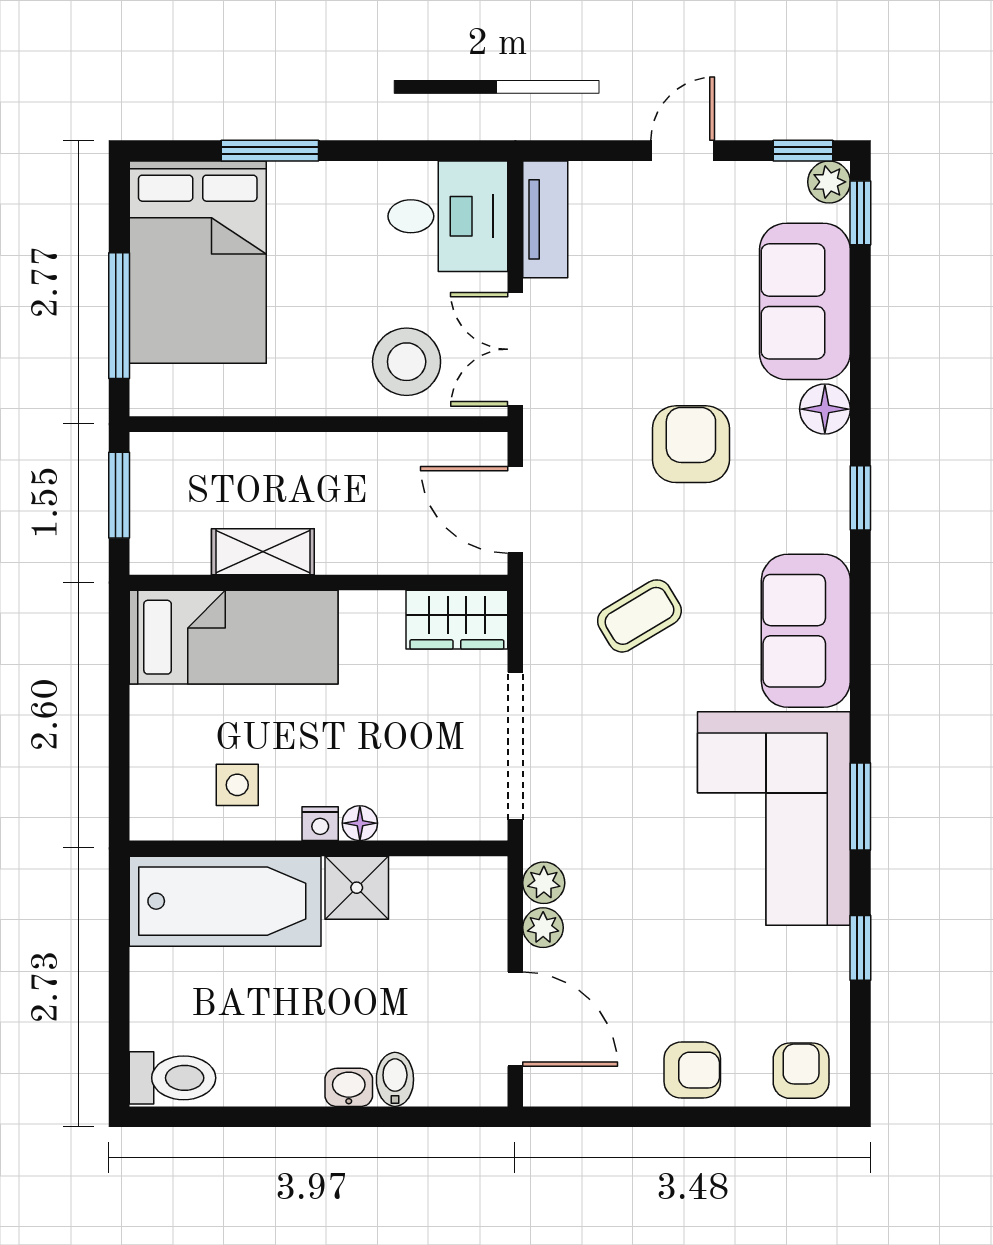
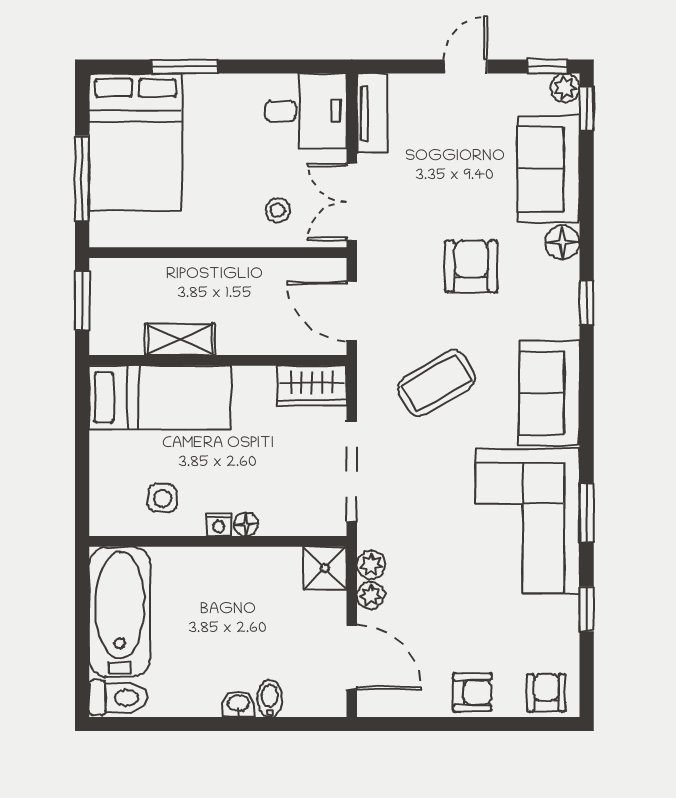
stool: (407, 362) -> (278, 210), width x0.53, depth x0.53
coffee table: (639, 616) -> (436, 383), width x1.36, depth x1.30
shower: (357, 888) -> (325, 568), moved
bathtub: (225, 901) -> (120, 612), moved, turned -90

